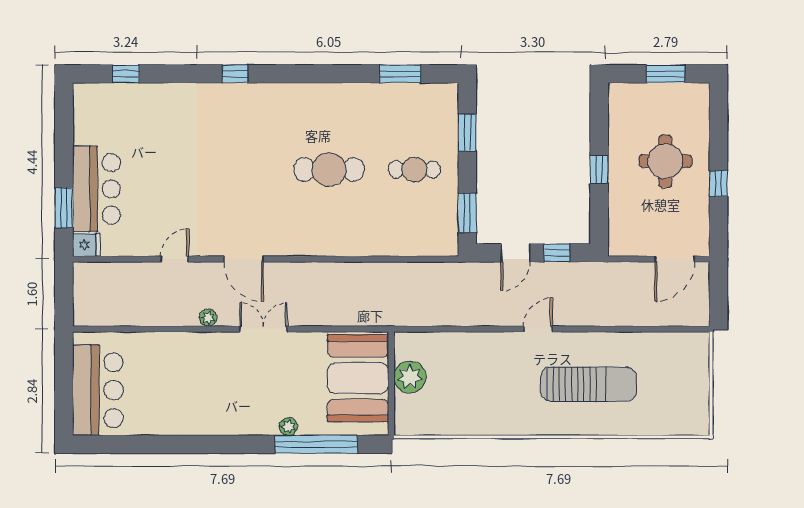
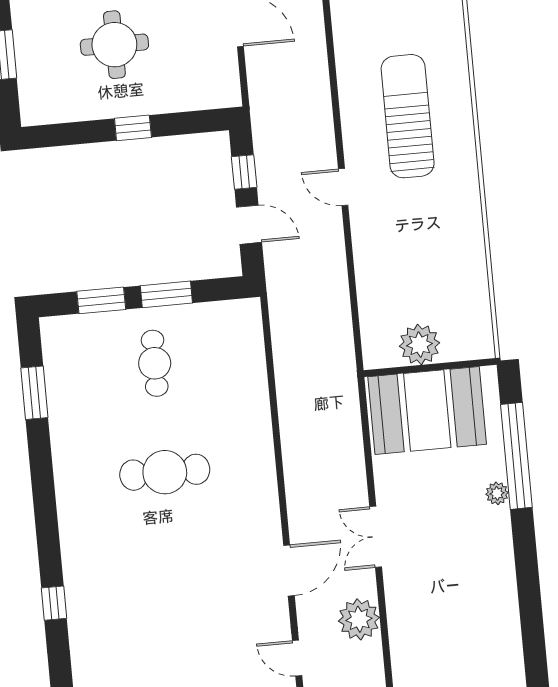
cafe table: (329, 170) -> (165, 472), turned 90
window: (467, 213) -> (166, 294), moved
plant: (208, 318) -> (359, 619), width x1.88, depth x1.88

